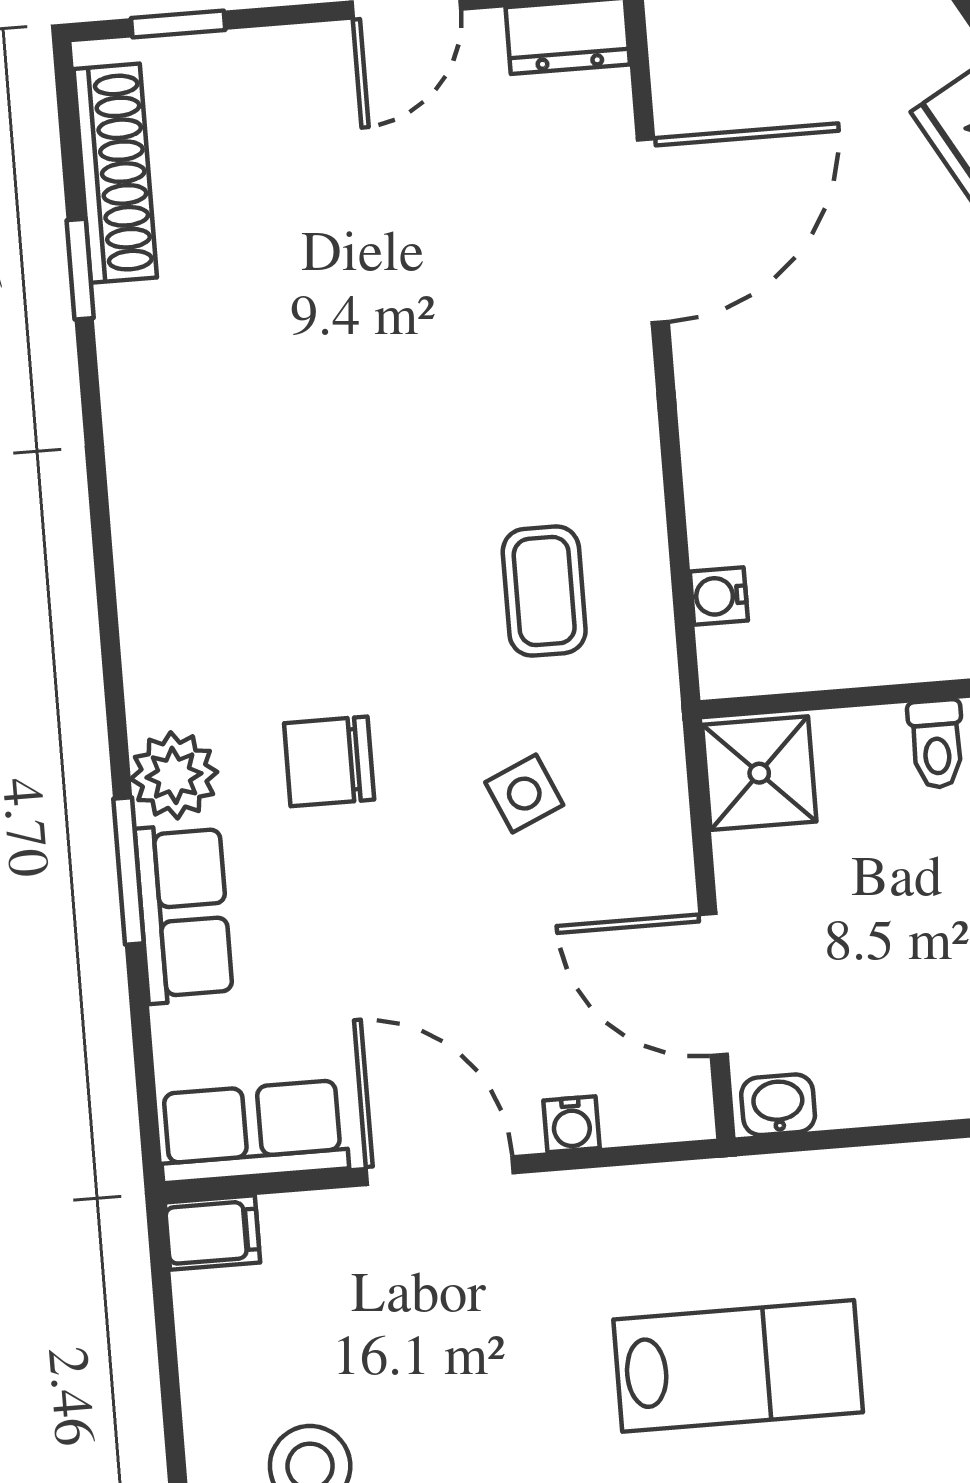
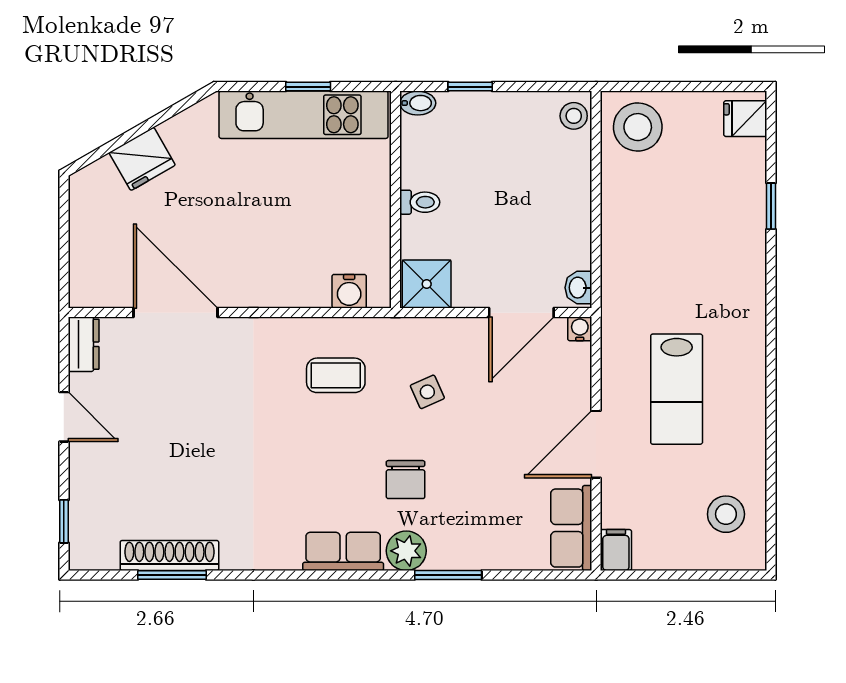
shoe rack: (115, 173) -> (169, 555), moved
window: (80, 269) -> (172, 575), width x1.50
water cooler: (719, 596) -> (349, 291), width x1.38, depth x1.38
row of seats: (184, 913) -> (343, 551), moved
water cooler: (572, 1124) -> (580, 329), moved, turned -90
lab bench: (738, 1366) -> (677, 389), moved, turned 180

